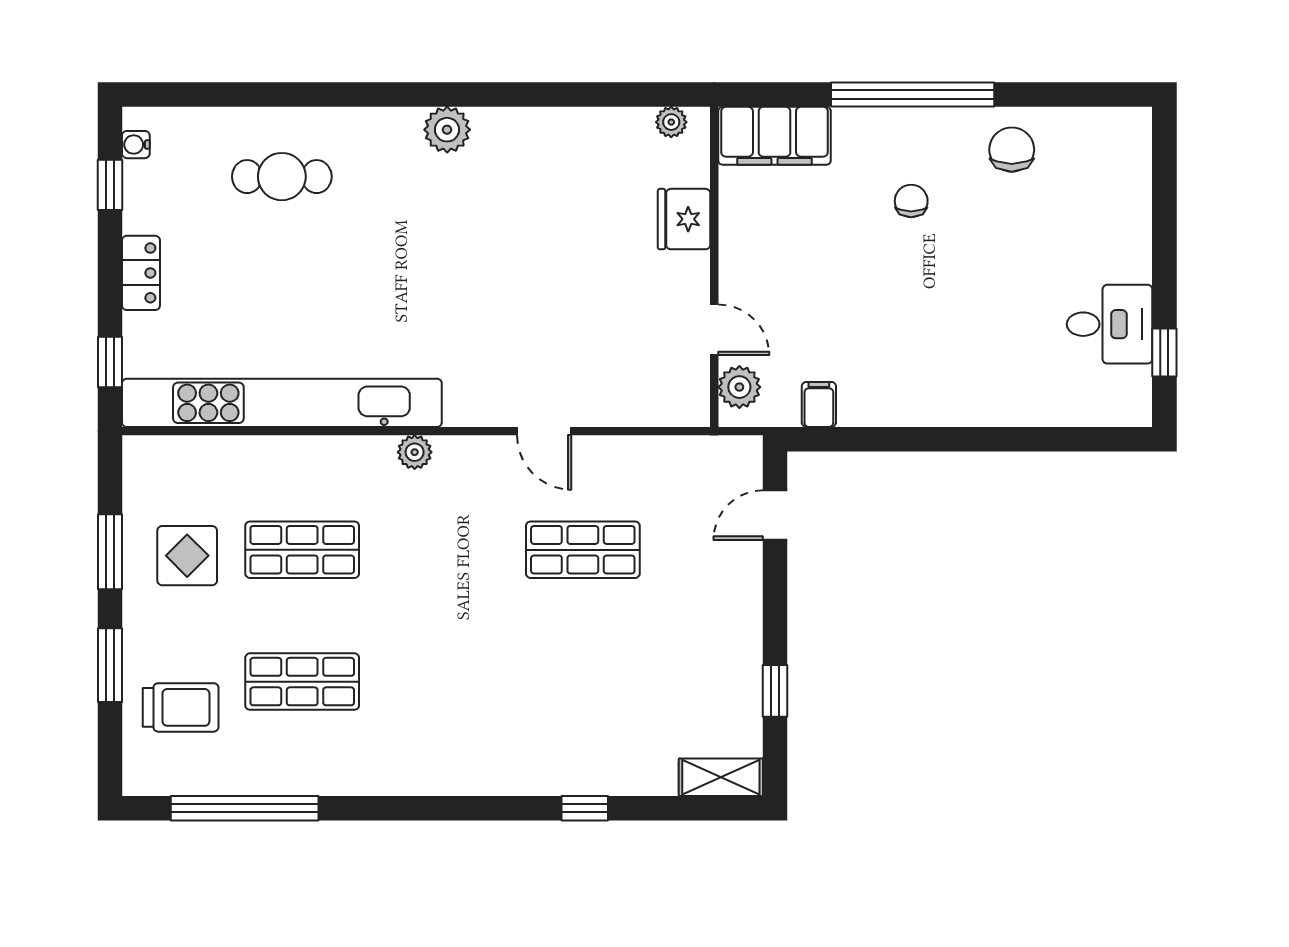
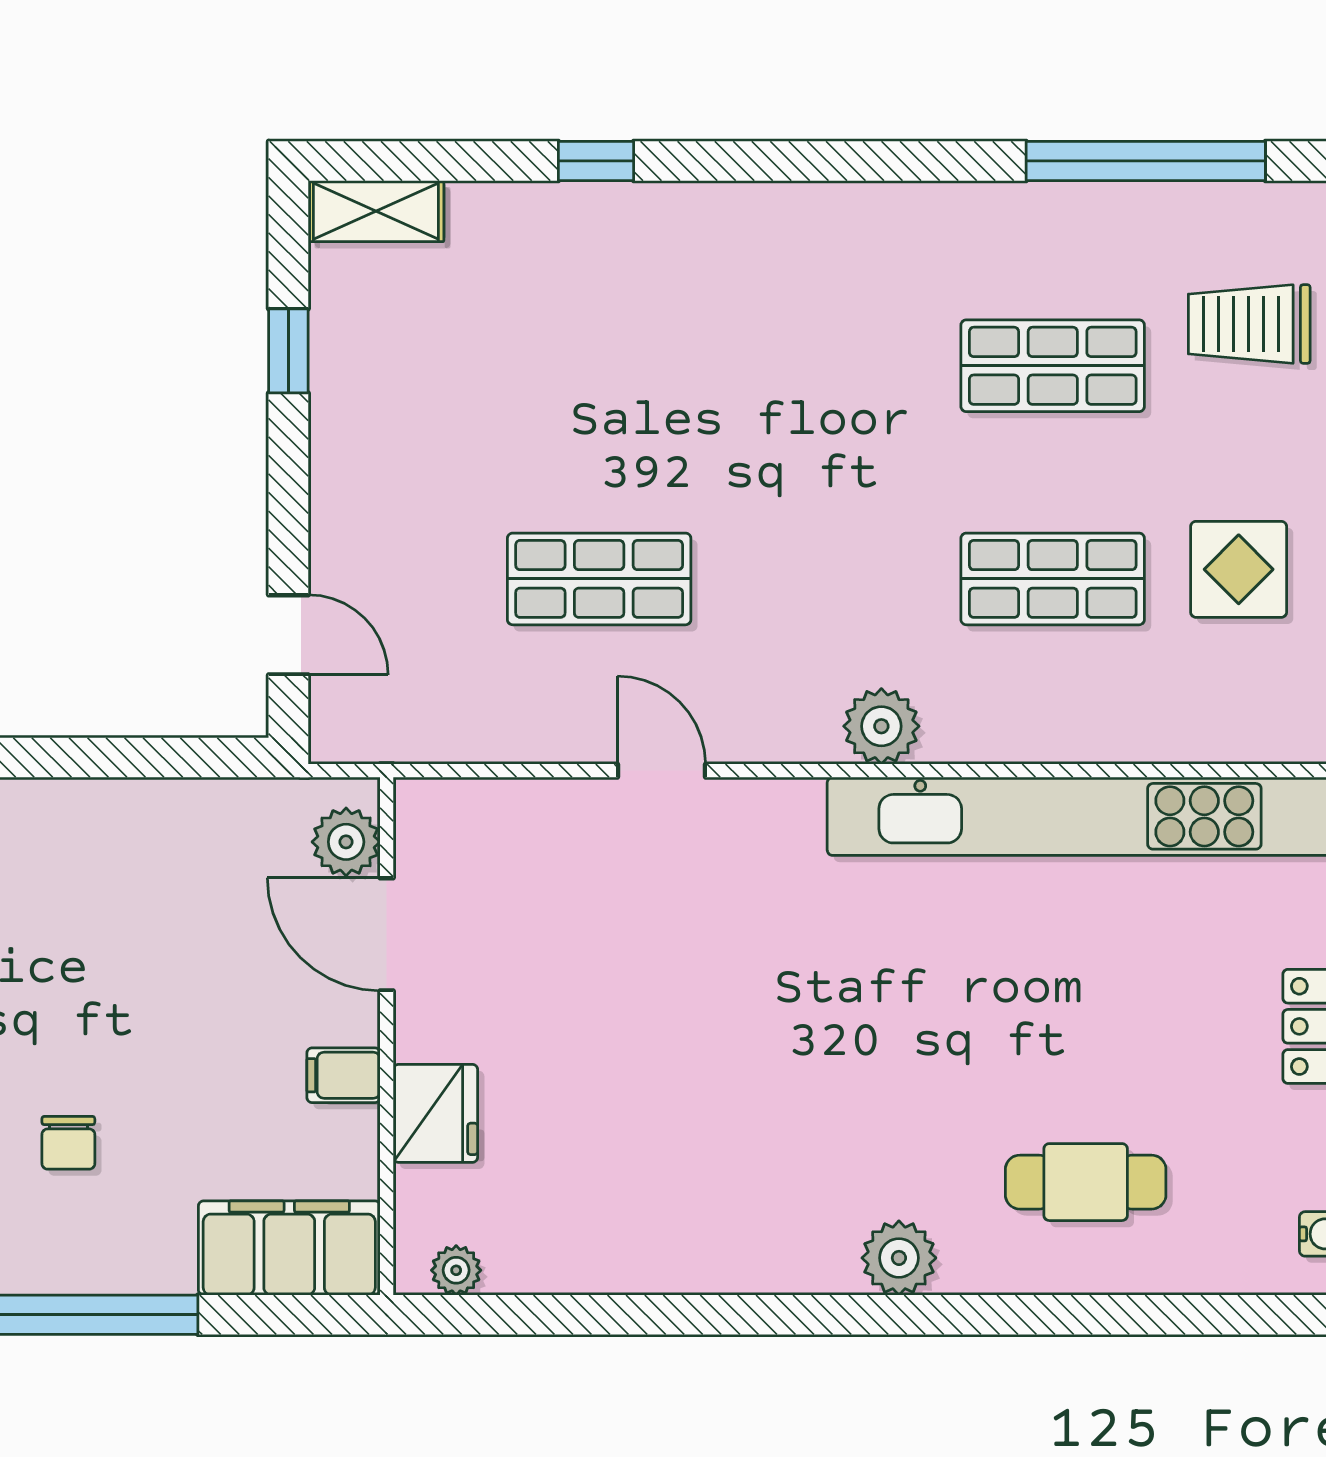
plant: (447, 130) -> (899, 1258), moved
door: (714, 330) -> (387, 934), width x1.38
filing cabinet: (819, 404) -> (344, 1075), moved, turned 90
plant: (415, 452) -> (881, 726), width x1.38, depth x1.38
door: (775, 515) -> (288, 635), hinge flipped

